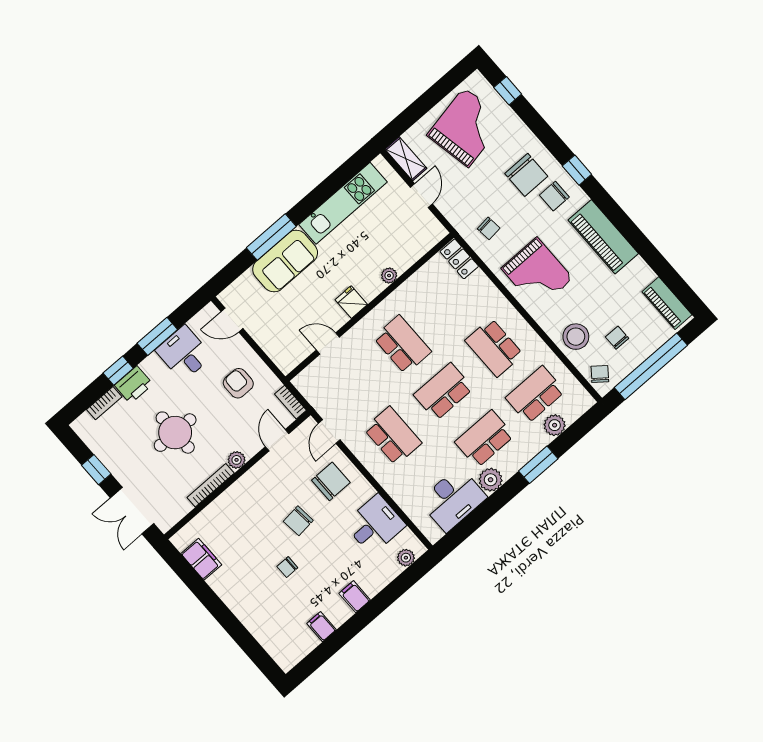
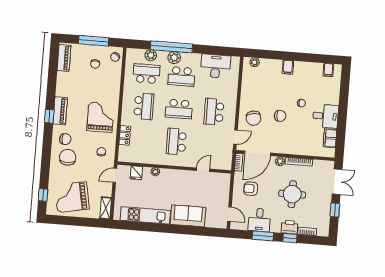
window: (577, 170) -> (49, 116), moved
door: (421, 196) -> (115, 175), moved
window: (271, 237) -> (184, 230), removed
piano: (603, 237) -> (60, 111), width x0.73, depth x0.75
locker: (459, 259) -> (125, 135), moved
fridge: (351, 302) -> (136, 173), moved
stool: (576, 337) -> (110, 80), removed
door: (328, 343) -> (203, 170), swing flipped
window: (651, 366) -> (94, 41), width x0.68
armchair: (238, 383) -> (251, 189), turned 90
school desk: (535, 395) -> (146, 74), turned 180
door: (277, 440) -> (258, 153), width x1.88
window: (538, 465) -> (172, 47), width x2.11
plant: (491, 480) -> (174, 58), moved
chair: (331, 481) -> (254, 118), turned -99
desk: (375, 525) -> (326, 116), moved, turned 180
filing cabinet: (321, 627) -> (328, 70), moved

